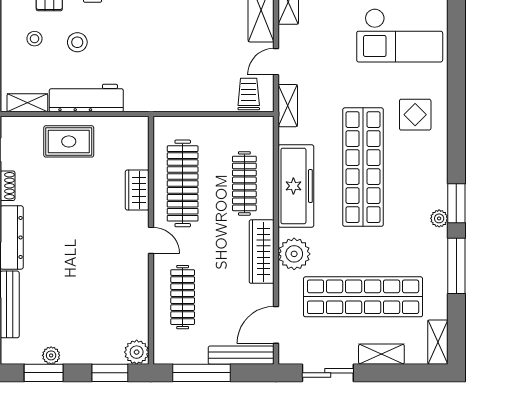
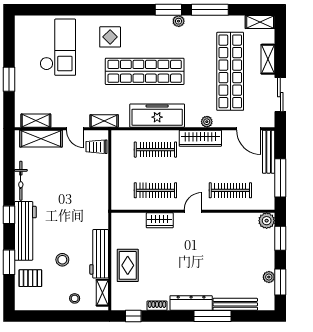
stool: (34, 39) -> (75, 298), moved
clothes rail: (183, 183) -> (155, 190), width x0.73, depth x0.76
plant: (294, 254) -> (207, 122), width x0.53, depth x0.53

